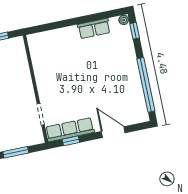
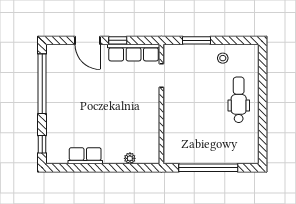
plant: (124, 20) -> (130, 158), moved
window: (71, 141) -> (118, 40), moved

